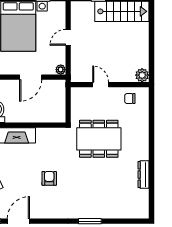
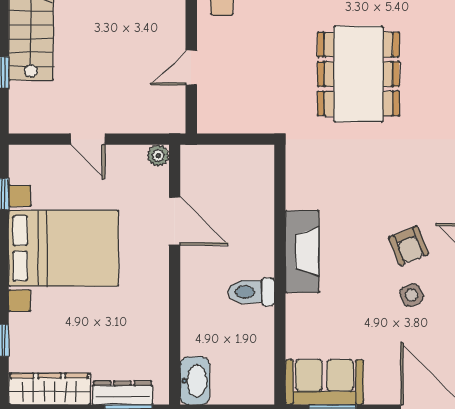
dining table: (99, 139) -> (358, 74), moved
armchair: (49, 178) -> (409, 246), moved, turned -112

